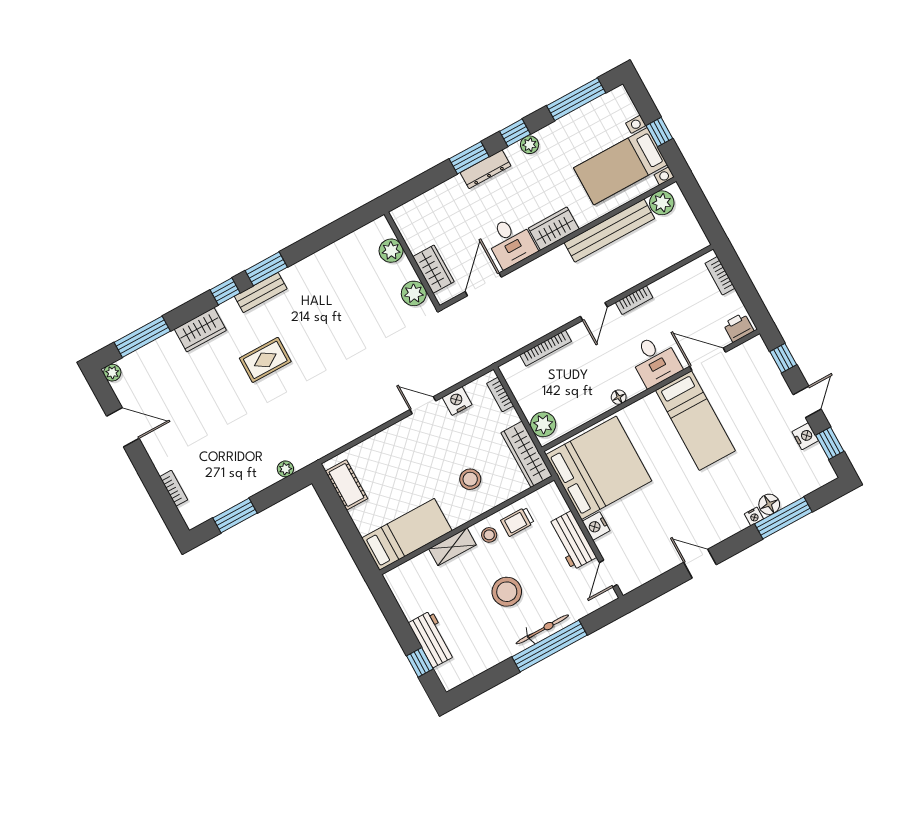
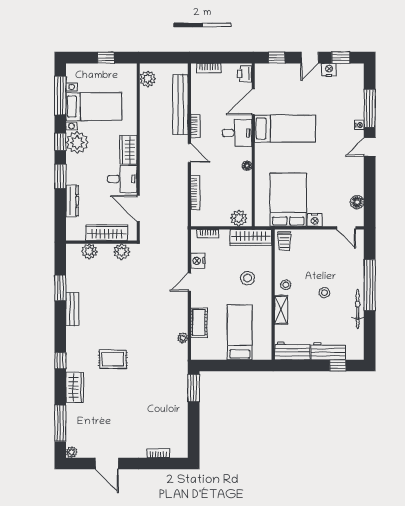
plant: (530, 145) -> (77, 142), width x1.88, depth x1.88
bed with nightstands: (620, 166) -> (94, 107), moved, turned -90
dresser: (486, 169) -> (72, 201), moved
bench: (609, 231) -> (180, 105), moved
window: (266, 269) -> (60, 288), moved
wardrobe: (433, 269) -> (107, 233), width x1.50
bench: (261, 292) -> (72, 309), moved
rug: (265, 360) -> (113, 359), turned 90
door: (807, 402) -> (310, 58), swing flipped
door: (123, 427) -> (107, 463), swing flipped
bed: (599, 468) -> (288, 200), width x0.73
plant: (285, 469) -> (183, 338), moved
cot: (346, 485) -> (199, 323), moved, turned 90
floor lamp: (769, 504) -> (357, 202), moved
window: (235, 515) -> (194, 388), moved
trolley: (517, 522) -> (284, 241), moved
bed: (407, 534) -> (240, 332), moved
workbench: (572, 540) -> (292, 351), moved, turned 180
door: (700, 564) -> (370, 147), moved
stool: (507, 592) -> (324, 293), width x0.53, depth x0.53
bicycle: (542, 629) -> (358, 309), moved

